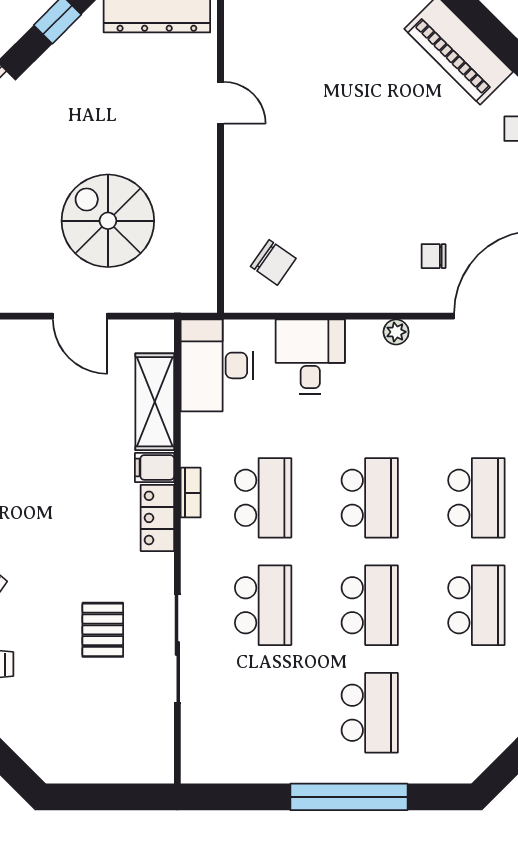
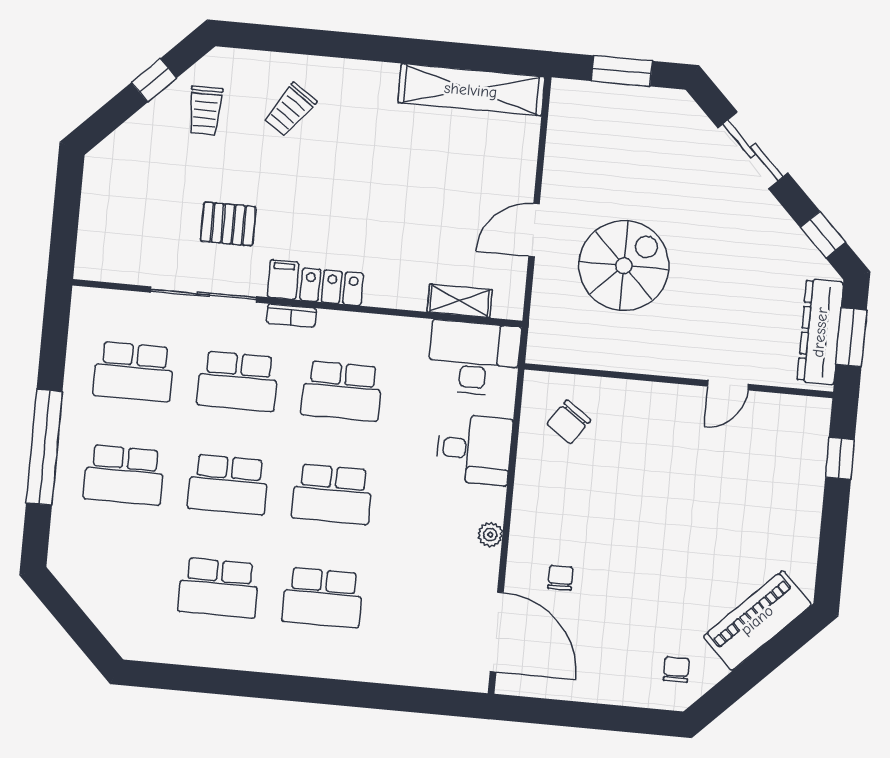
shelving: (155, 402) -> (460, 301), width x0.67, depth x0.75
filing cabinet: (154, 467) -> (283, 279), moved
bookcase: (191, 493) -> (291, 316), moved
school desk: (263, 713) -> (134, 372), added

